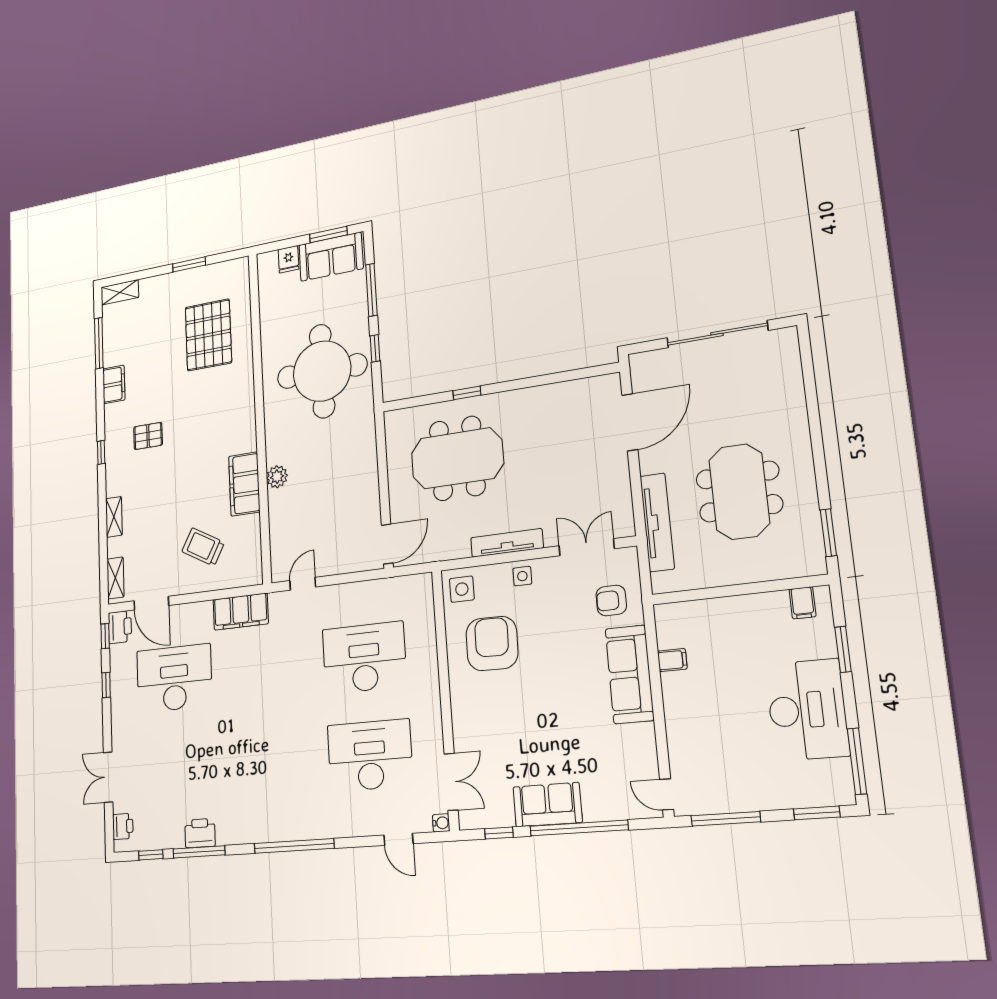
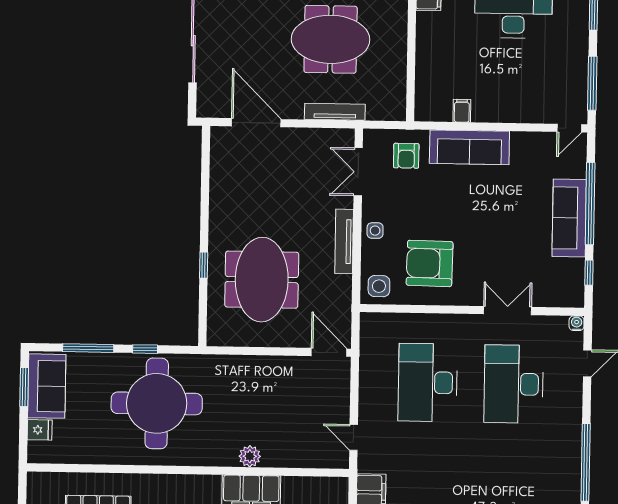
tv unit: (657, 522) -> (335, 112), width x0.73, depth x0.78
double door: (451, 782) -> (508, 311), moved
sofa: (547, 805) -> (569, 218), width x1.36

